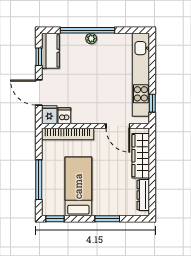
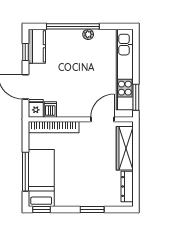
plant: (91, 39) -> (88, 34), moved
window: (152, 103) -> (136, 97), width x1.50
door: (118, 126) -> (102, 119), swing flipped
bed: (78, 186) -> (41, 178), moved

